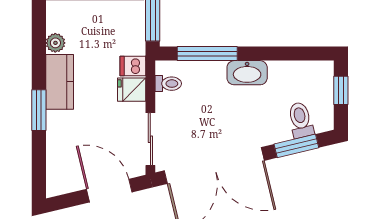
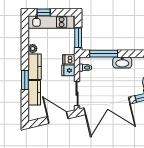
kitchen counter: (59, 137) -> (34, 93), added

